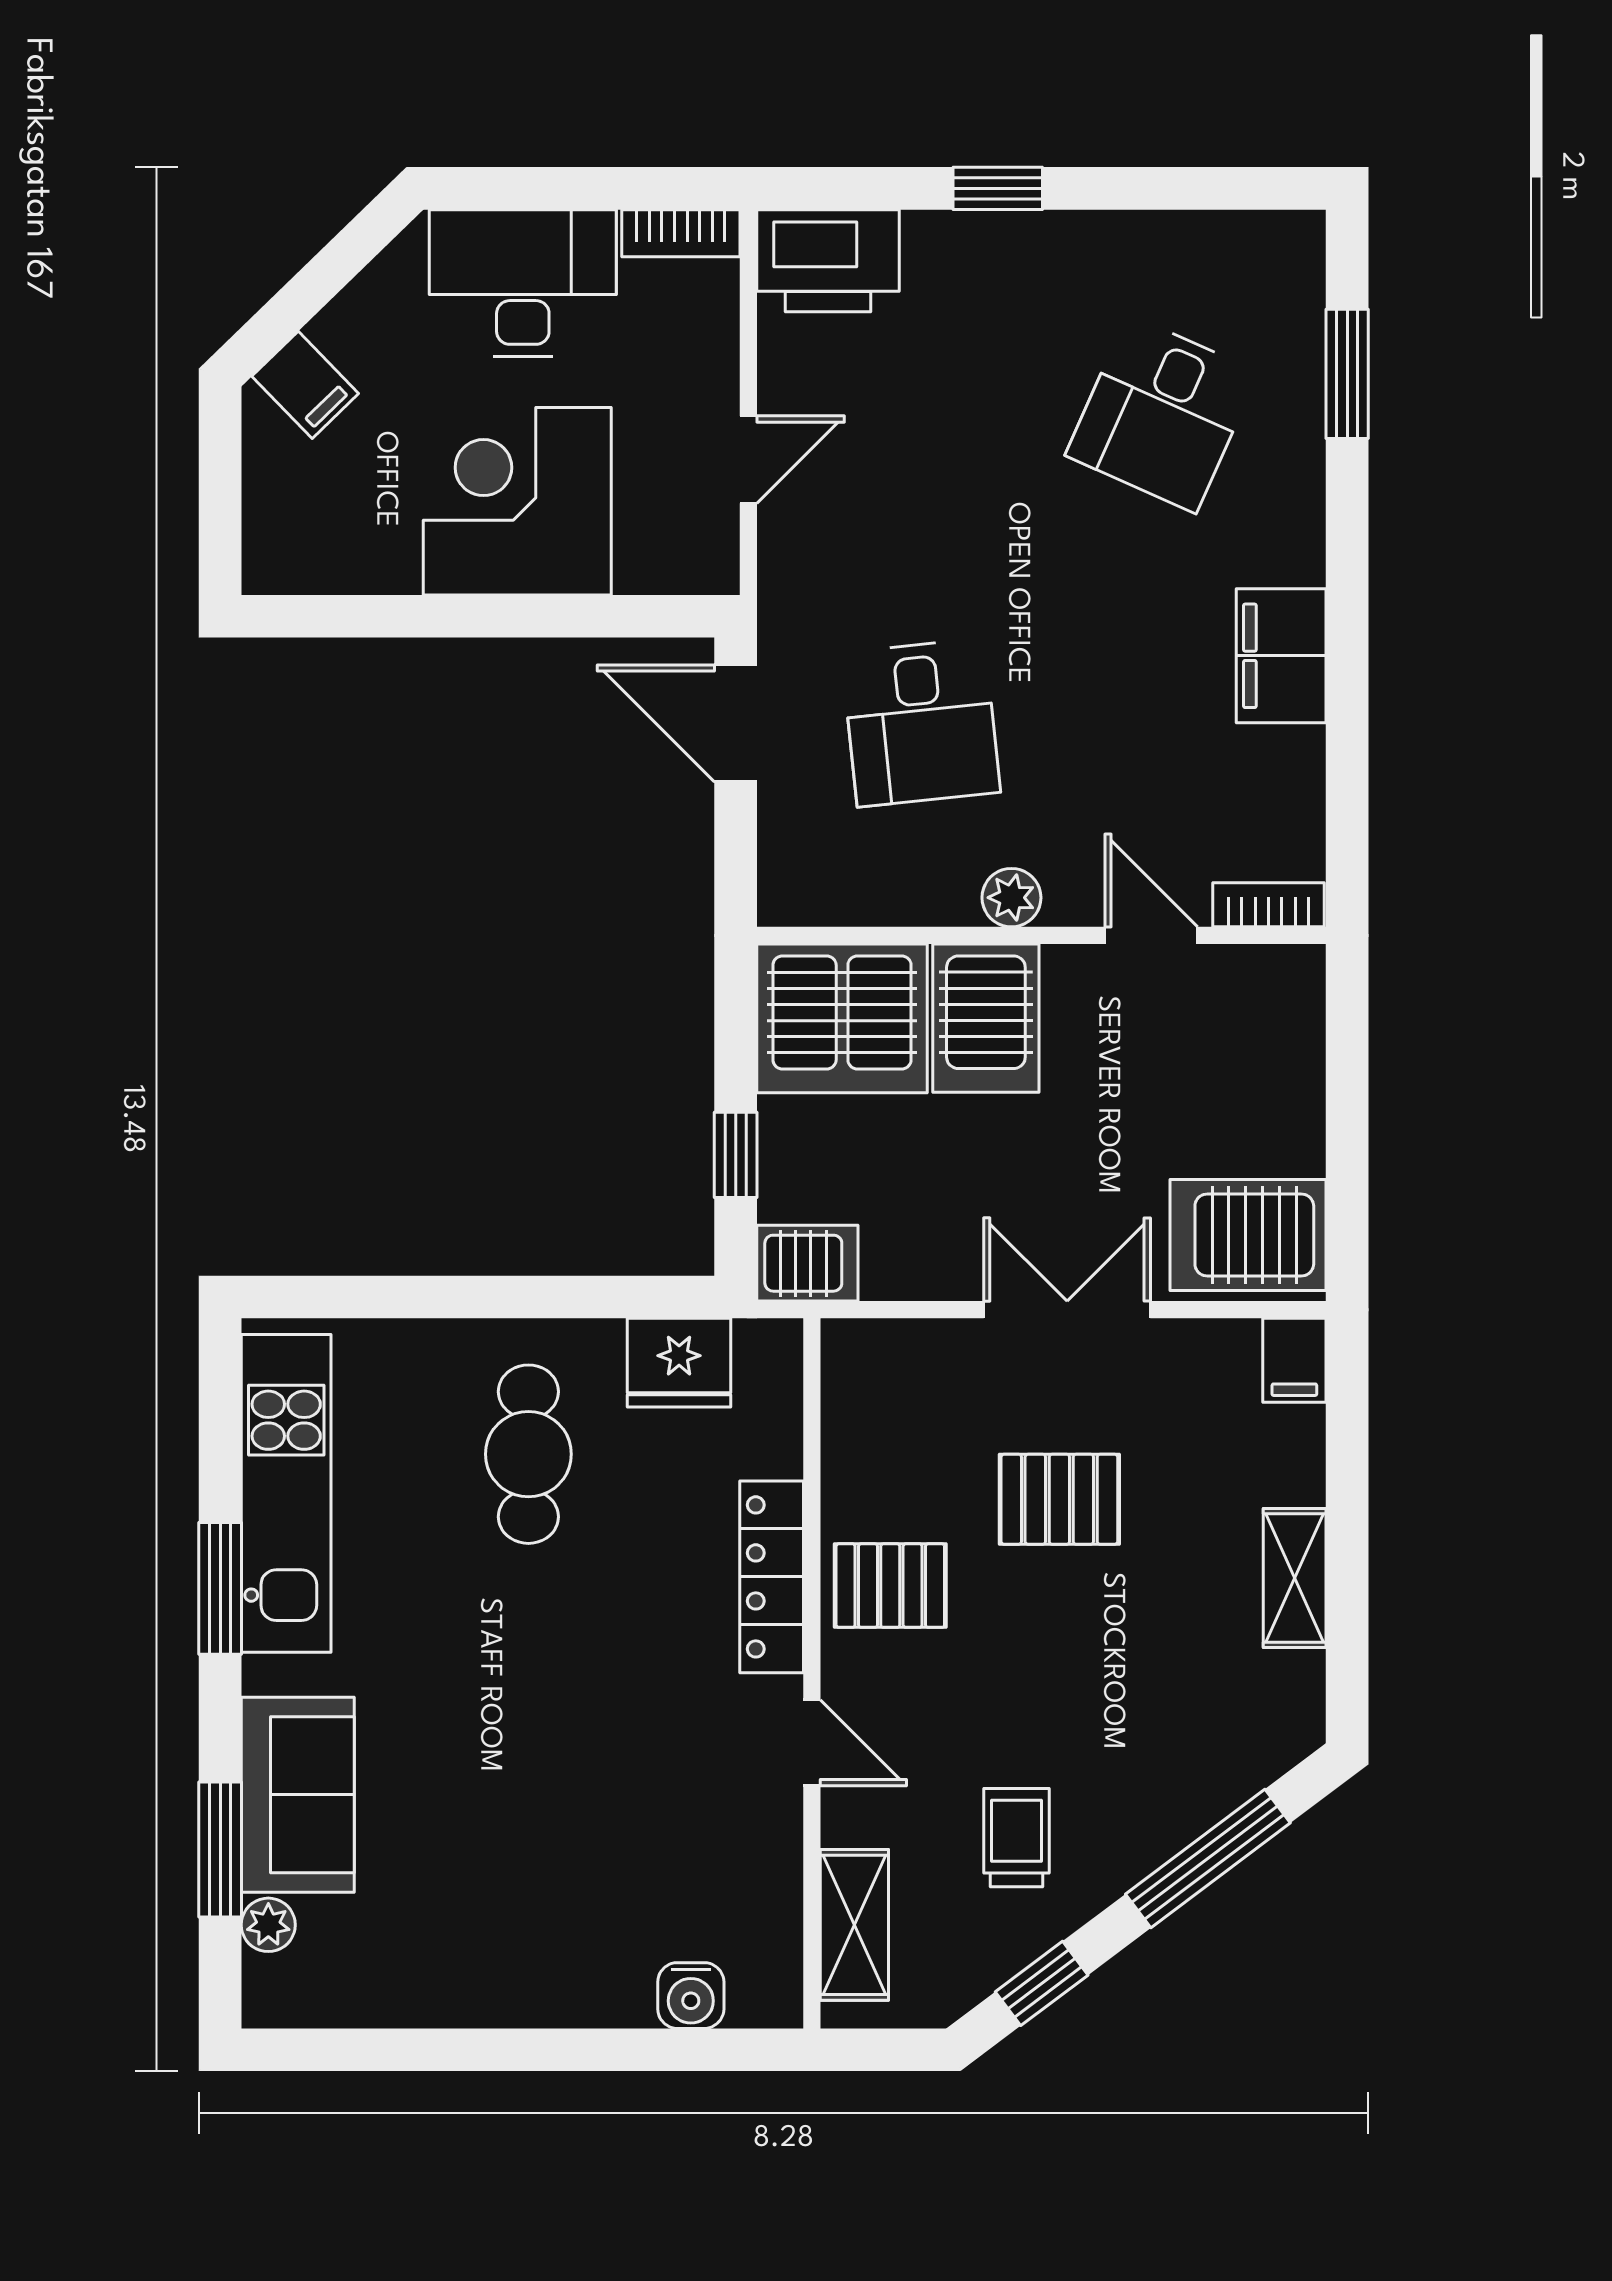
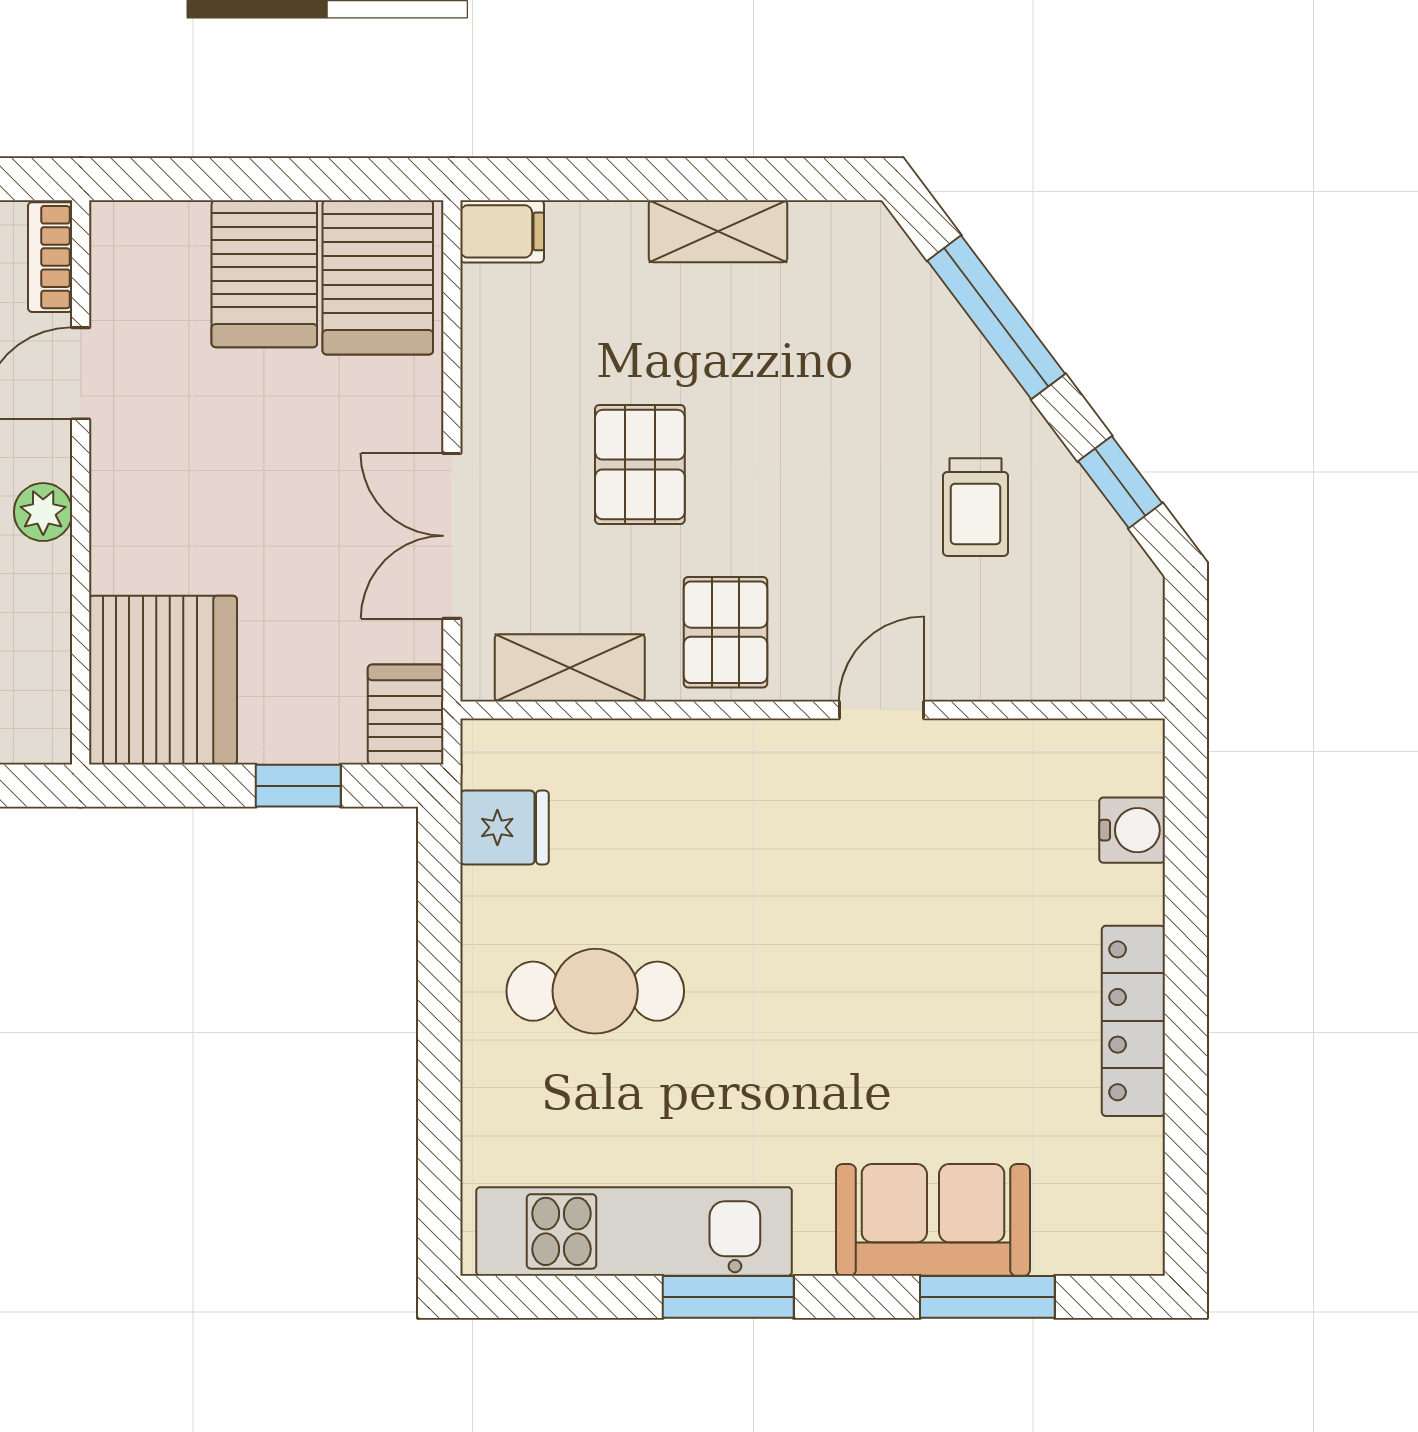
server rack: (986, 1018) -> (264, 274), moved, turned 90
double door: (1067, 1310) -> (452, 536), moved
fridge: (679, 1363) -> (504, 827), width x0.72
locker: (772, 1577) -> (1133, 1021), moved, turned 90
trolley: (1016, 1838) -> (976, 507), turned -90
plant: (268, 1925) -> (1062, 1249), removed
shelving: (854, 1925) -> (570, 668), moved

